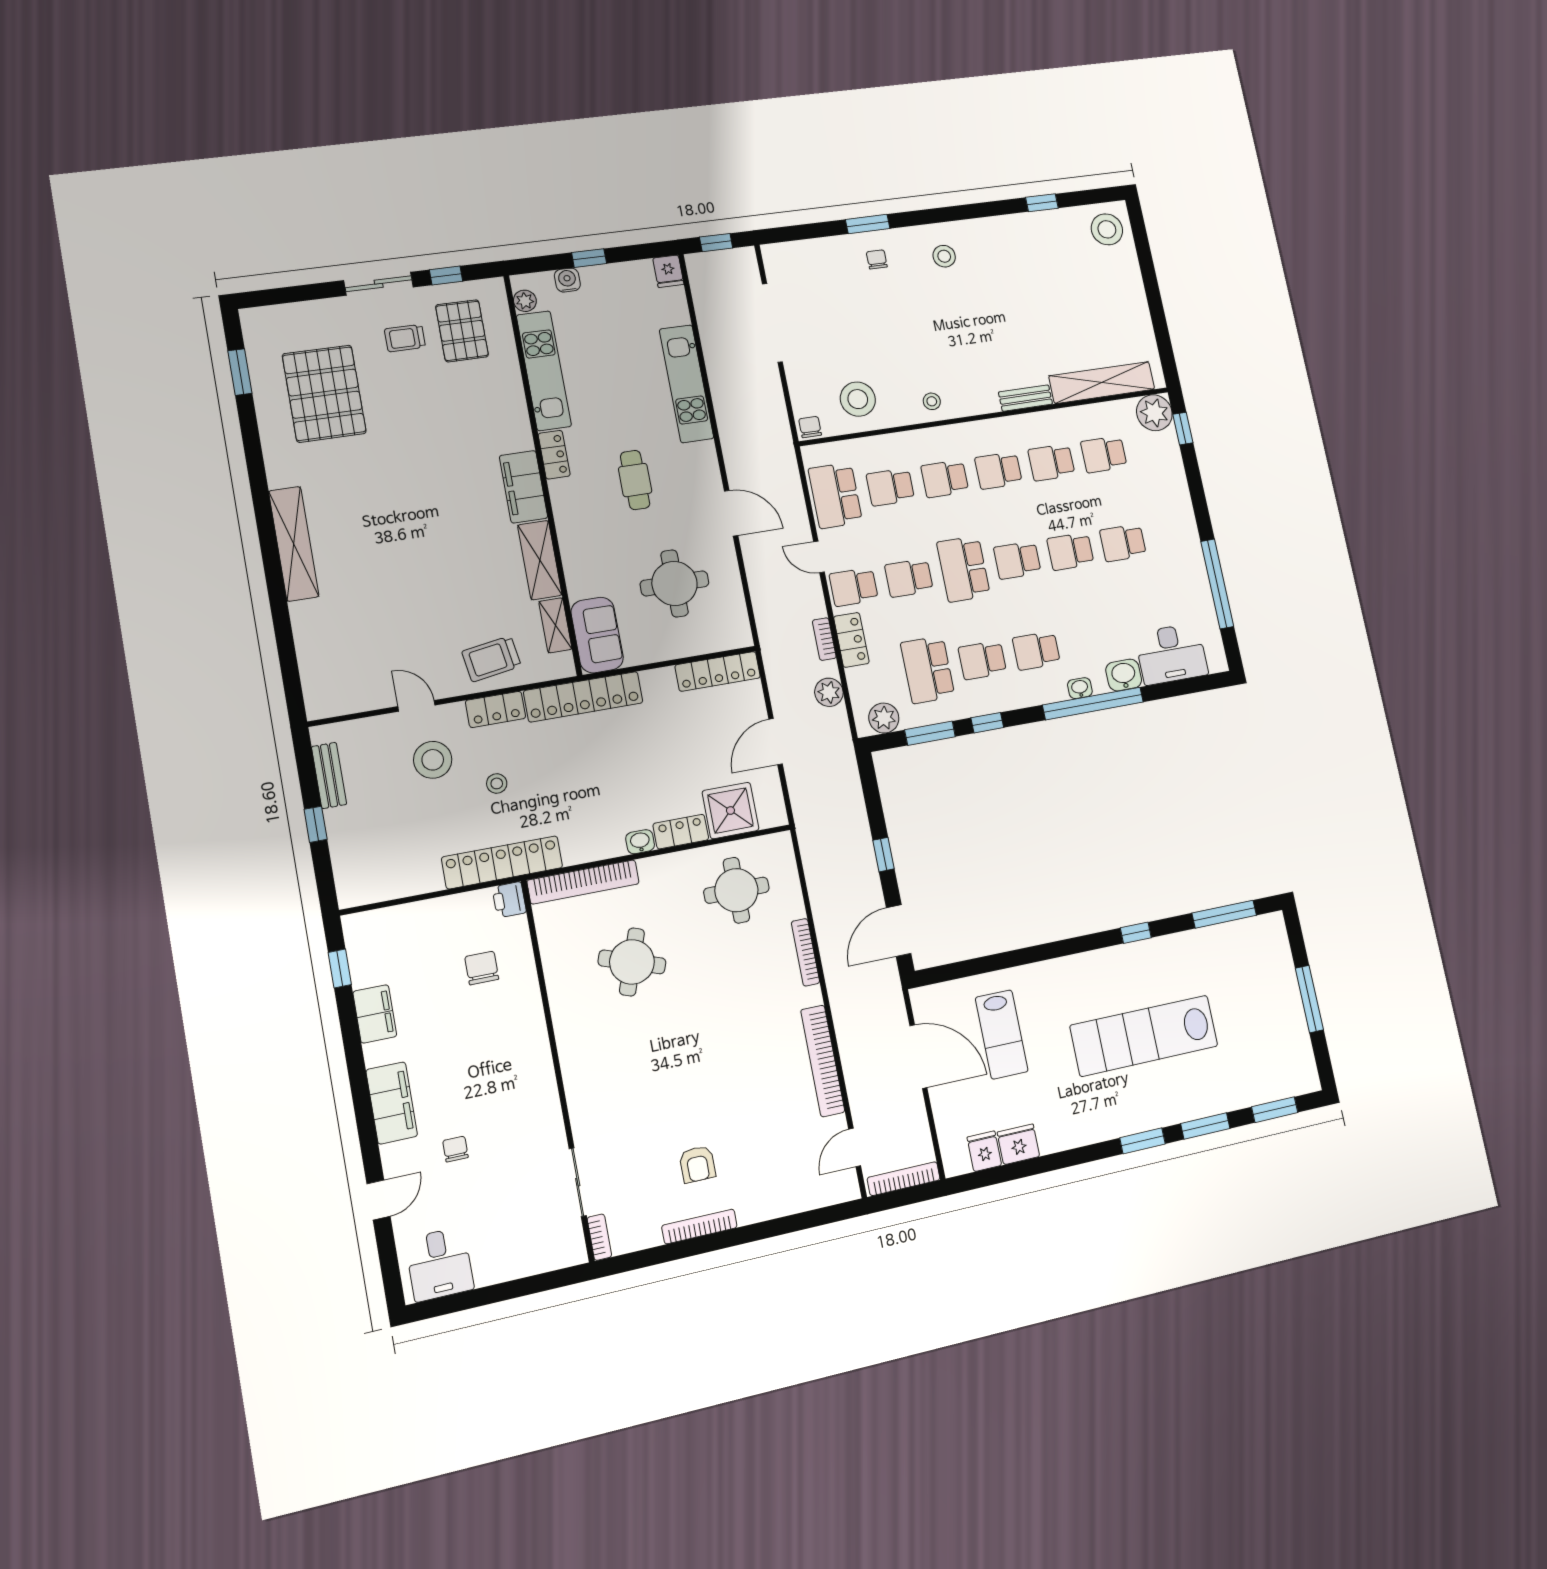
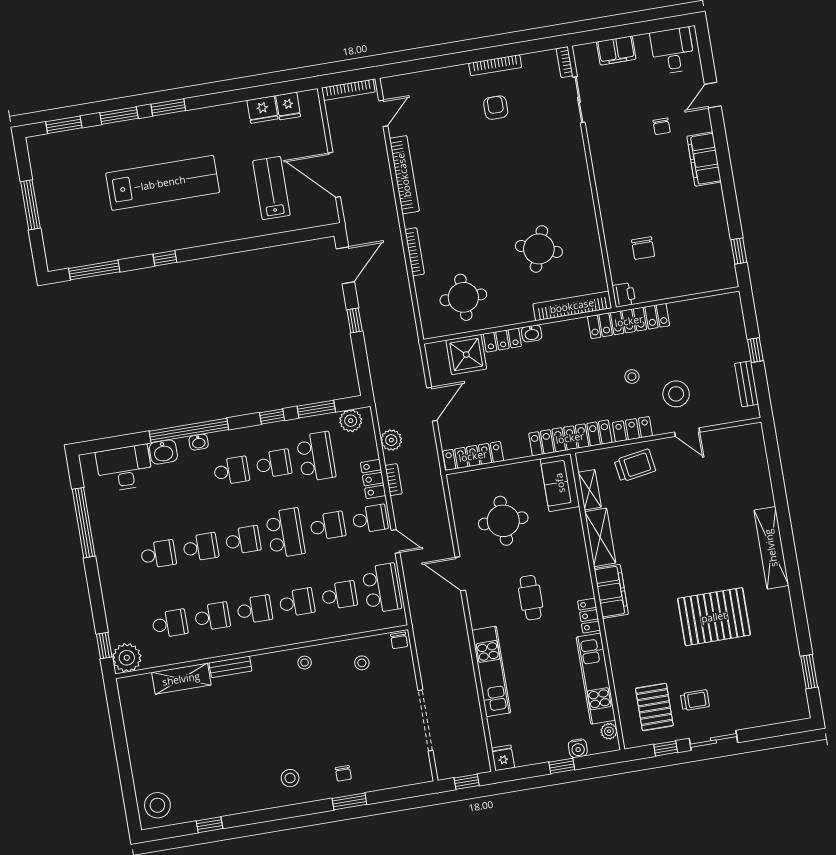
shelving: (1102, 383) -> (181, 679), width x0.68
pallet: (324, 394) -> (714, 617), moved, turned 90
stool: (858, 399) -> (362, 663), width x0.53, depth x0.53
filing cabinet: (375, 1014) -> (616, 50), moved, turned -90

